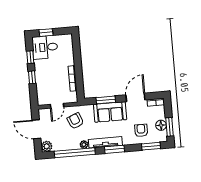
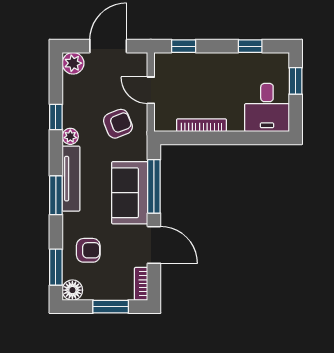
desk: (45, 47) -> (267, 107), moved, turned 180
window: (32, 77) -> (184, 46), moved
window: (106, 100) -> (154, 186), width x1.44
floor lamp: (161, 125) -> (72, 290), moved
window: (170, 127) -> (111, 307), moved
window: (75, 153) -> (56, 117), width x0.32

